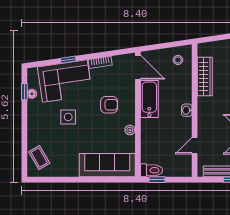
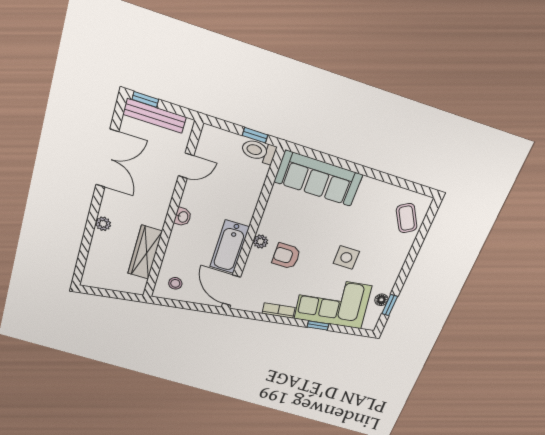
plant: (130, 130) -> (261, 241), moved

